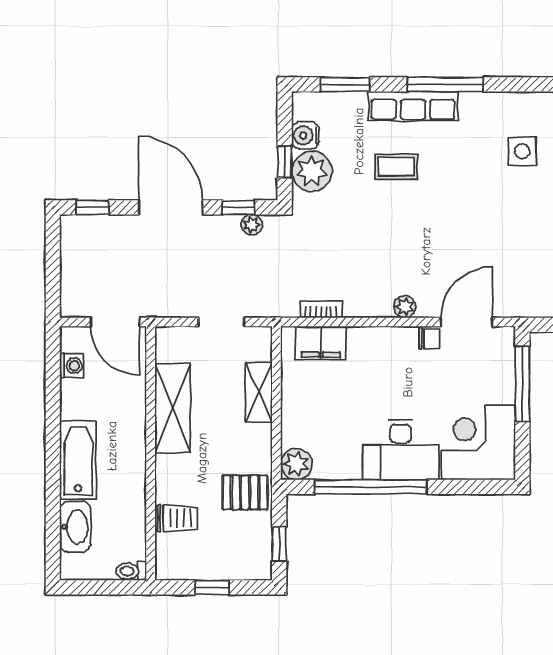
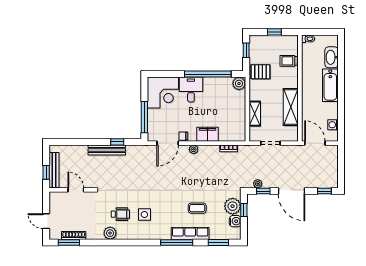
filing cabinet: (321, 343) -> (208, 134), moved
desk: (401, 450) -> (191, 89), width x0.73

